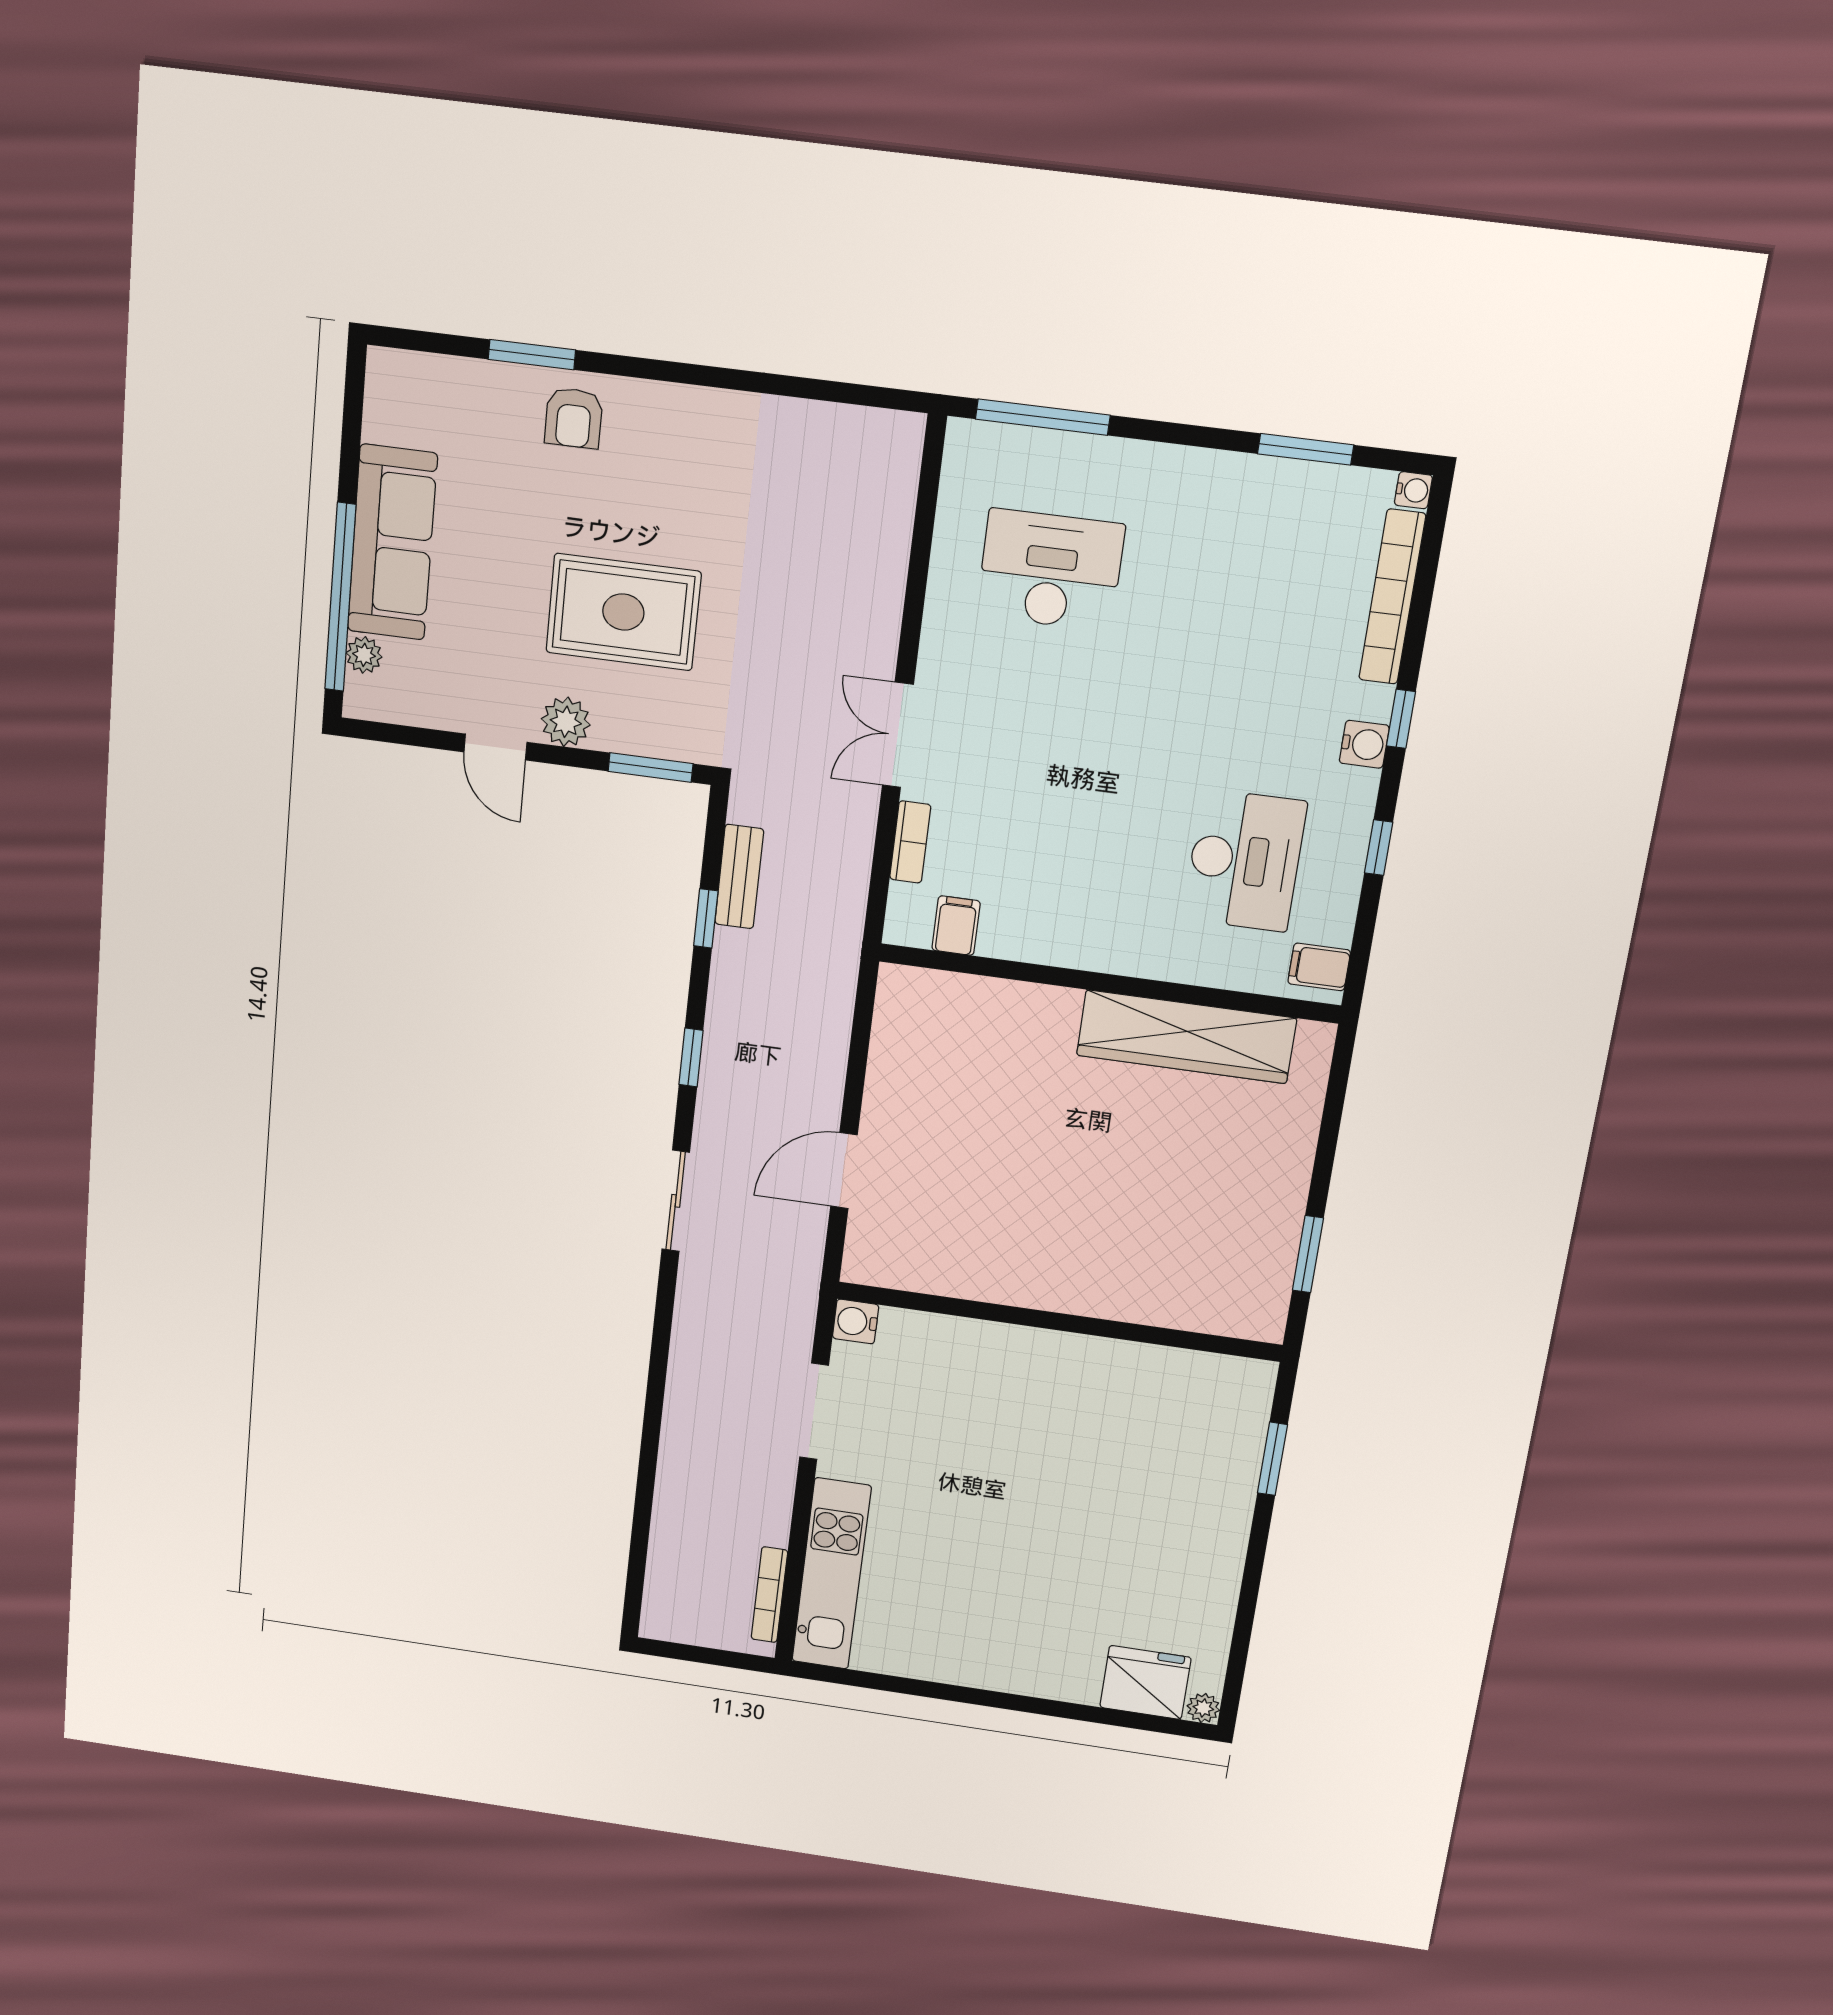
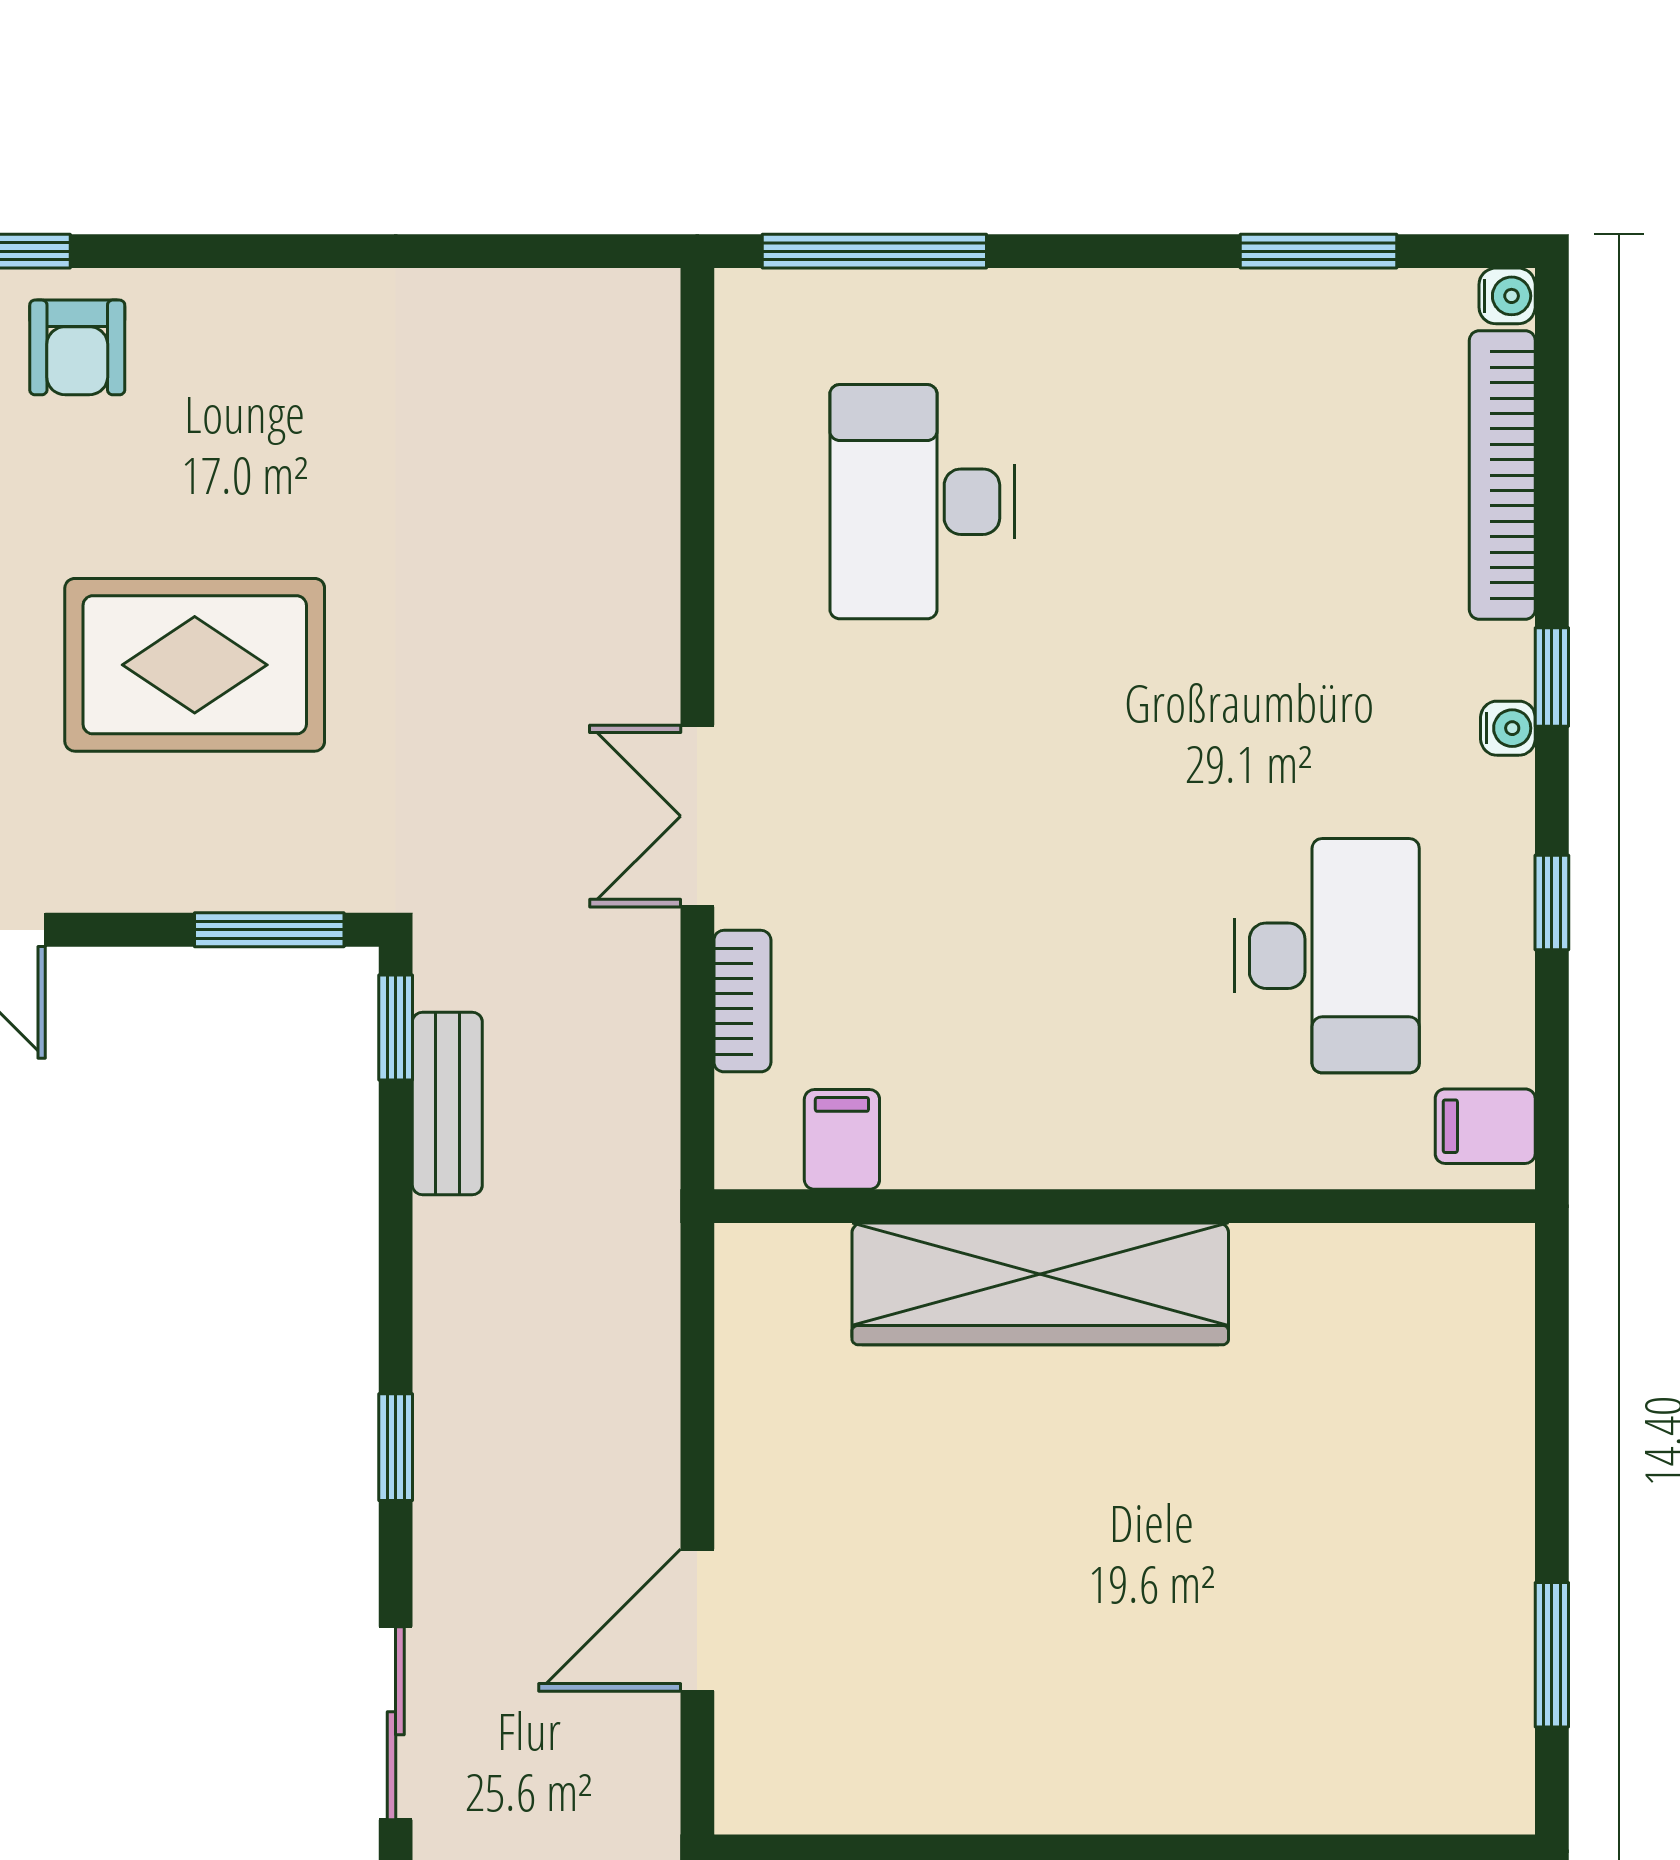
desk: (1050, 570) -> (922, 502), turned -90
plant: (566, 722) -> (111, 869), removed
water cooler: (1364, 744) -> (1508, 728), width x0.72, depth x0.72
window: (706, 918) -> (396, 1028), moved
wardrobe: (1186, 1037) -> (1040, 1284), moved

